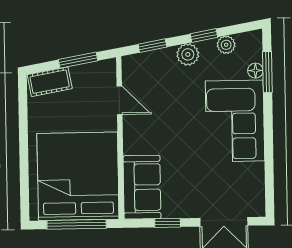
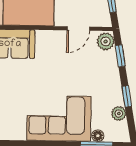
plant: (188, 54) -> (106, 41), moved

